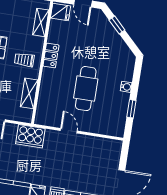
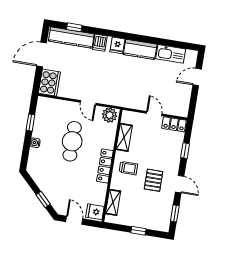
locker: (51, 55) -> (105, 166), width x1.53
plant: (45, 117) -> (109, 115), added
cooker: (30, 136) -> (49, 83), moved, turned 90

